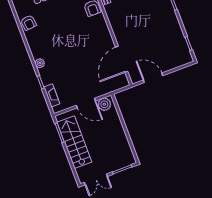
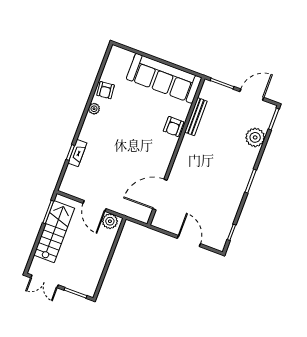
plant: (40, 63) -> (94, 109), moved
door: (153, 78) -> (189, 241), moved
fireplace: (52, 95) -> (77, 153), moved

